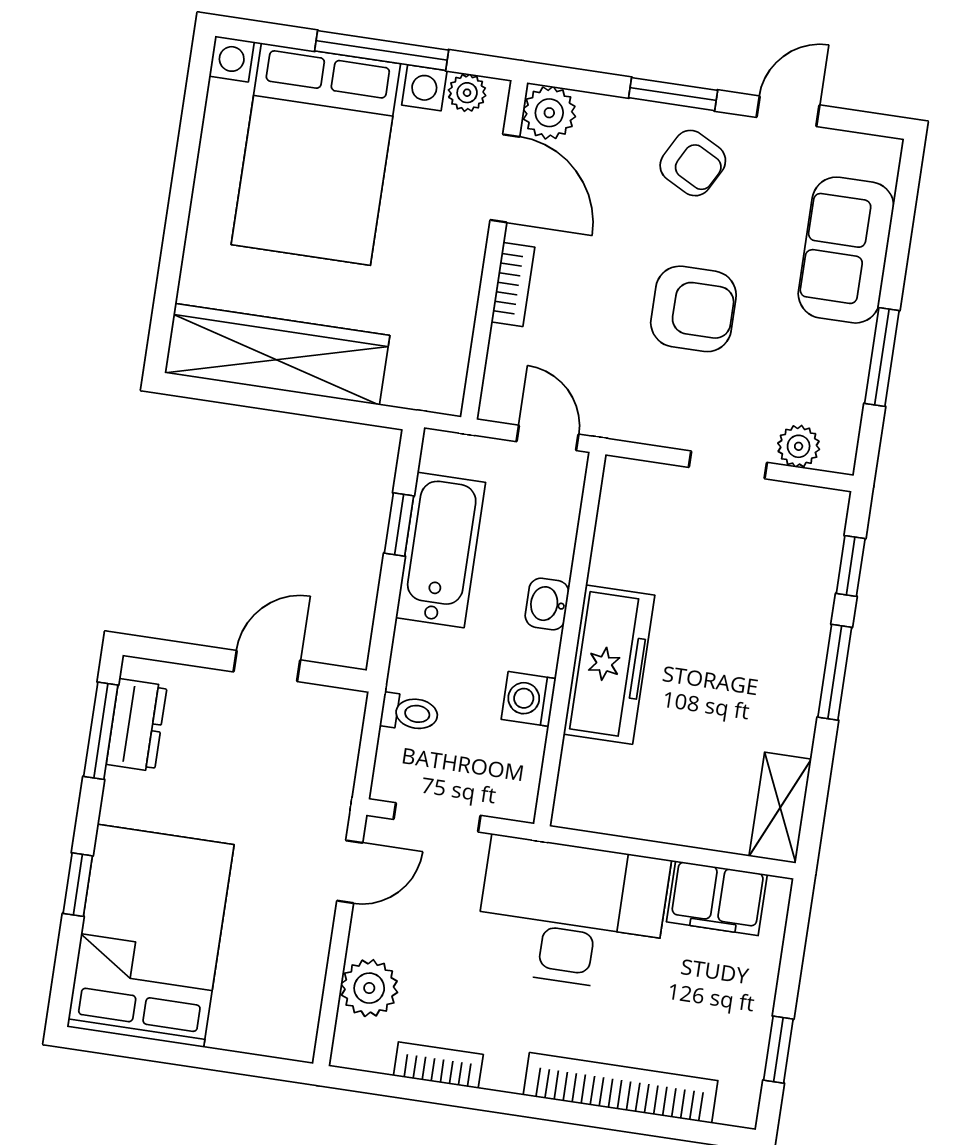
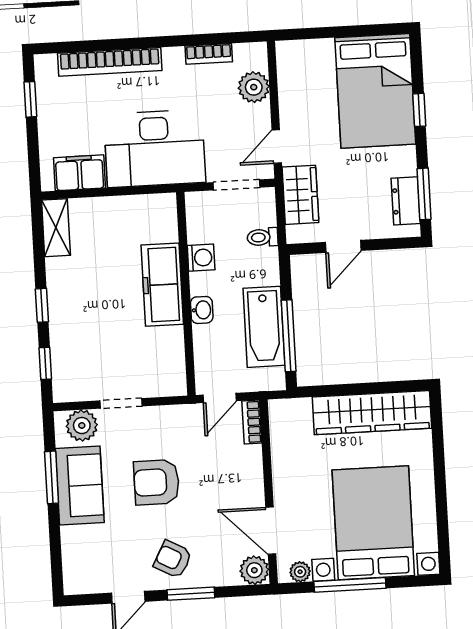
sofa: (846, 250) -> (80, 485), moved
bookcase: (513, 284) -> (252, 422), moved
door: (548, 438) -> (220, 398), hinge flipped
plant: (799, 446) -> (82, 426), width x1.38, depth x1.38
window: (399, 525) -> (289, 336), width x2.17
window: (835, 672) -> (42, 305), width x0.67
wardrobe: (325, 776) -> (300, 195), added

